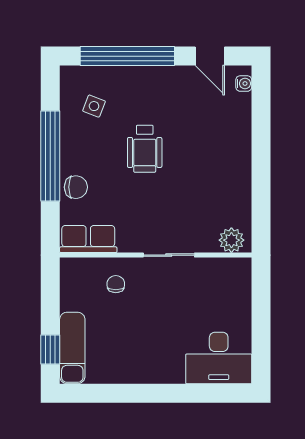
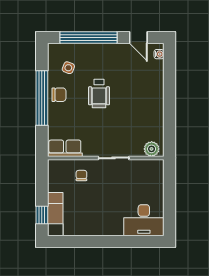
chair: (76, 187) -> (59, 95), moved

